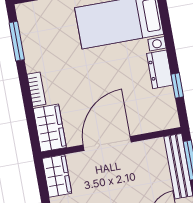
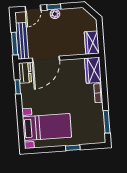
dresser: (160, 69) -> (25, 73), moved
door: (107, 143) -> (46, 59), moved

